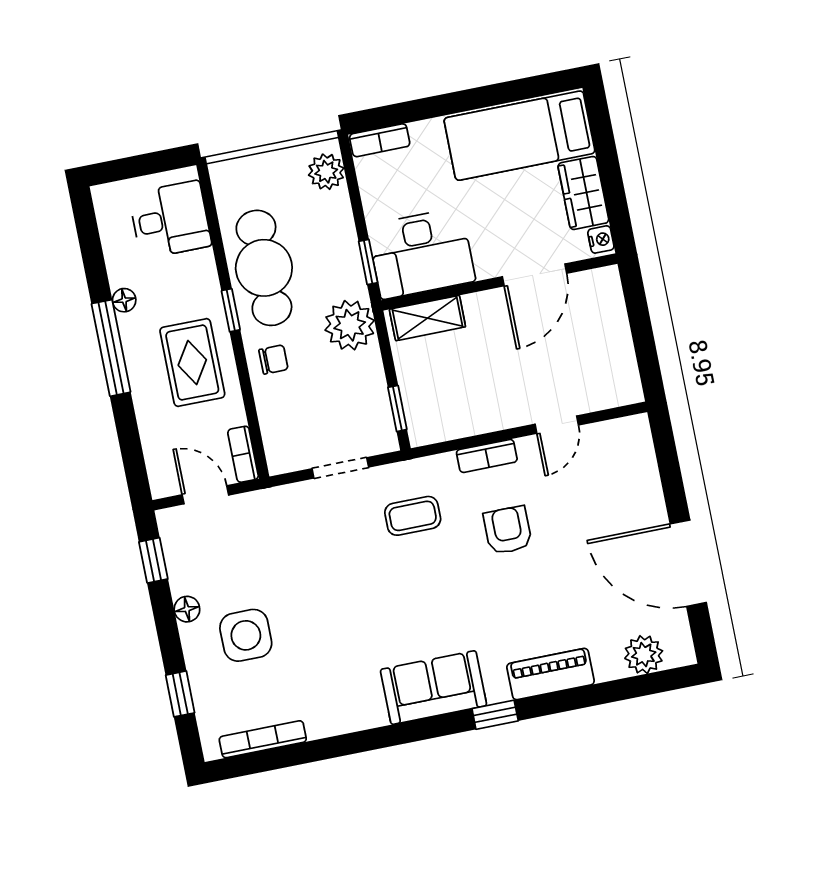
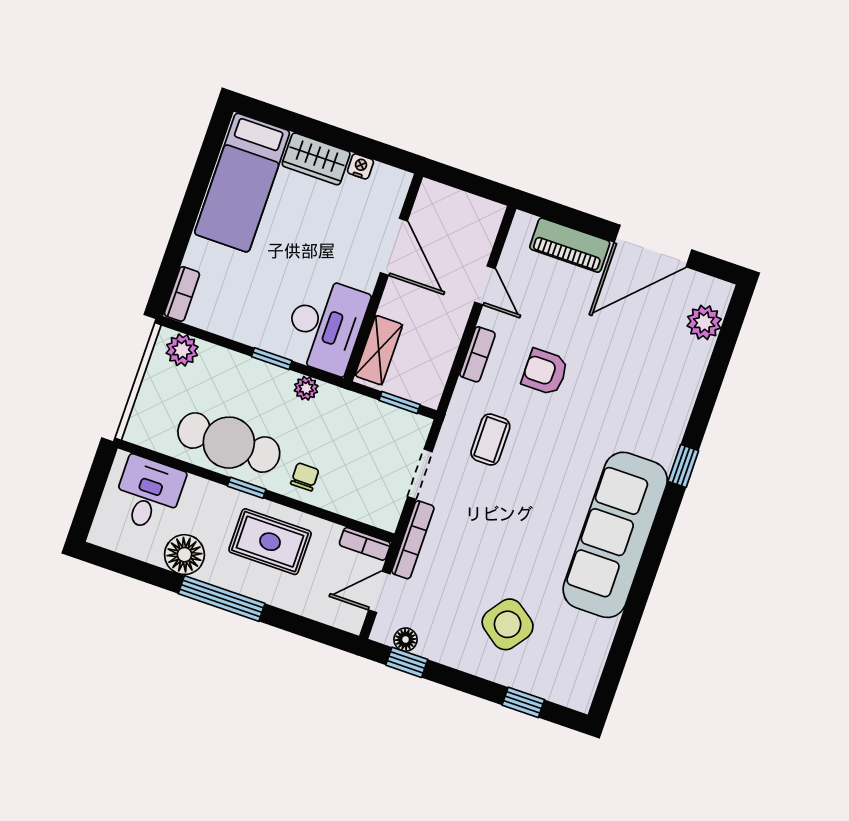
desk: (421, 253) -> (325, 325), moved
door: (535, 275) -> (394, 247), moved
wall: (499, 282) -> (383, 278), moved
floor lamp: (124, 300) -> (184, 555), width x1.89, depth x1.89
shelving: (427, 318) -> (379, 350), moved
plant: (350, 325) -> (306, 388), width x0.53, depth x0.53
floor lamp: (187, 609) -> (406, 640), moved
side table: (246, 635) -> (508, 624), turned 36
piano: (551, 674) -> (570, 245), moved, turned -90
sofa: (434, 688) -> (615, 535), width x1.85, depth x1.27
bookcase: (263, 739) -> (413, 540), moved, turned 180

